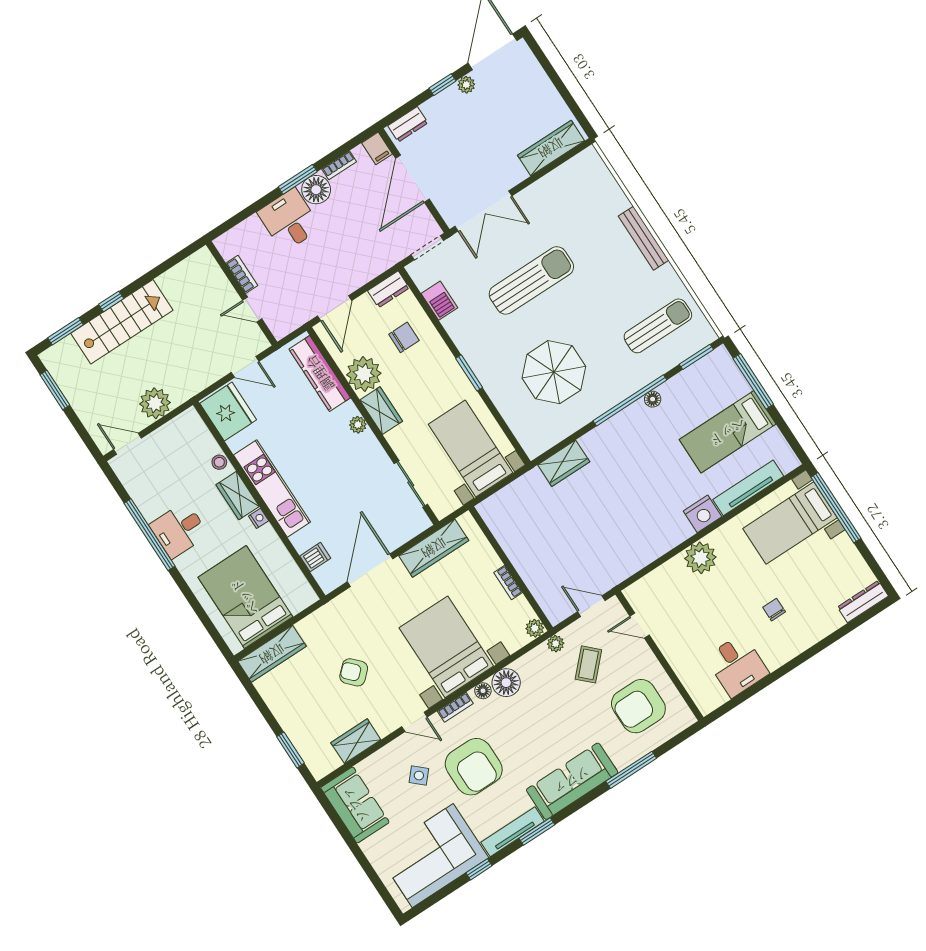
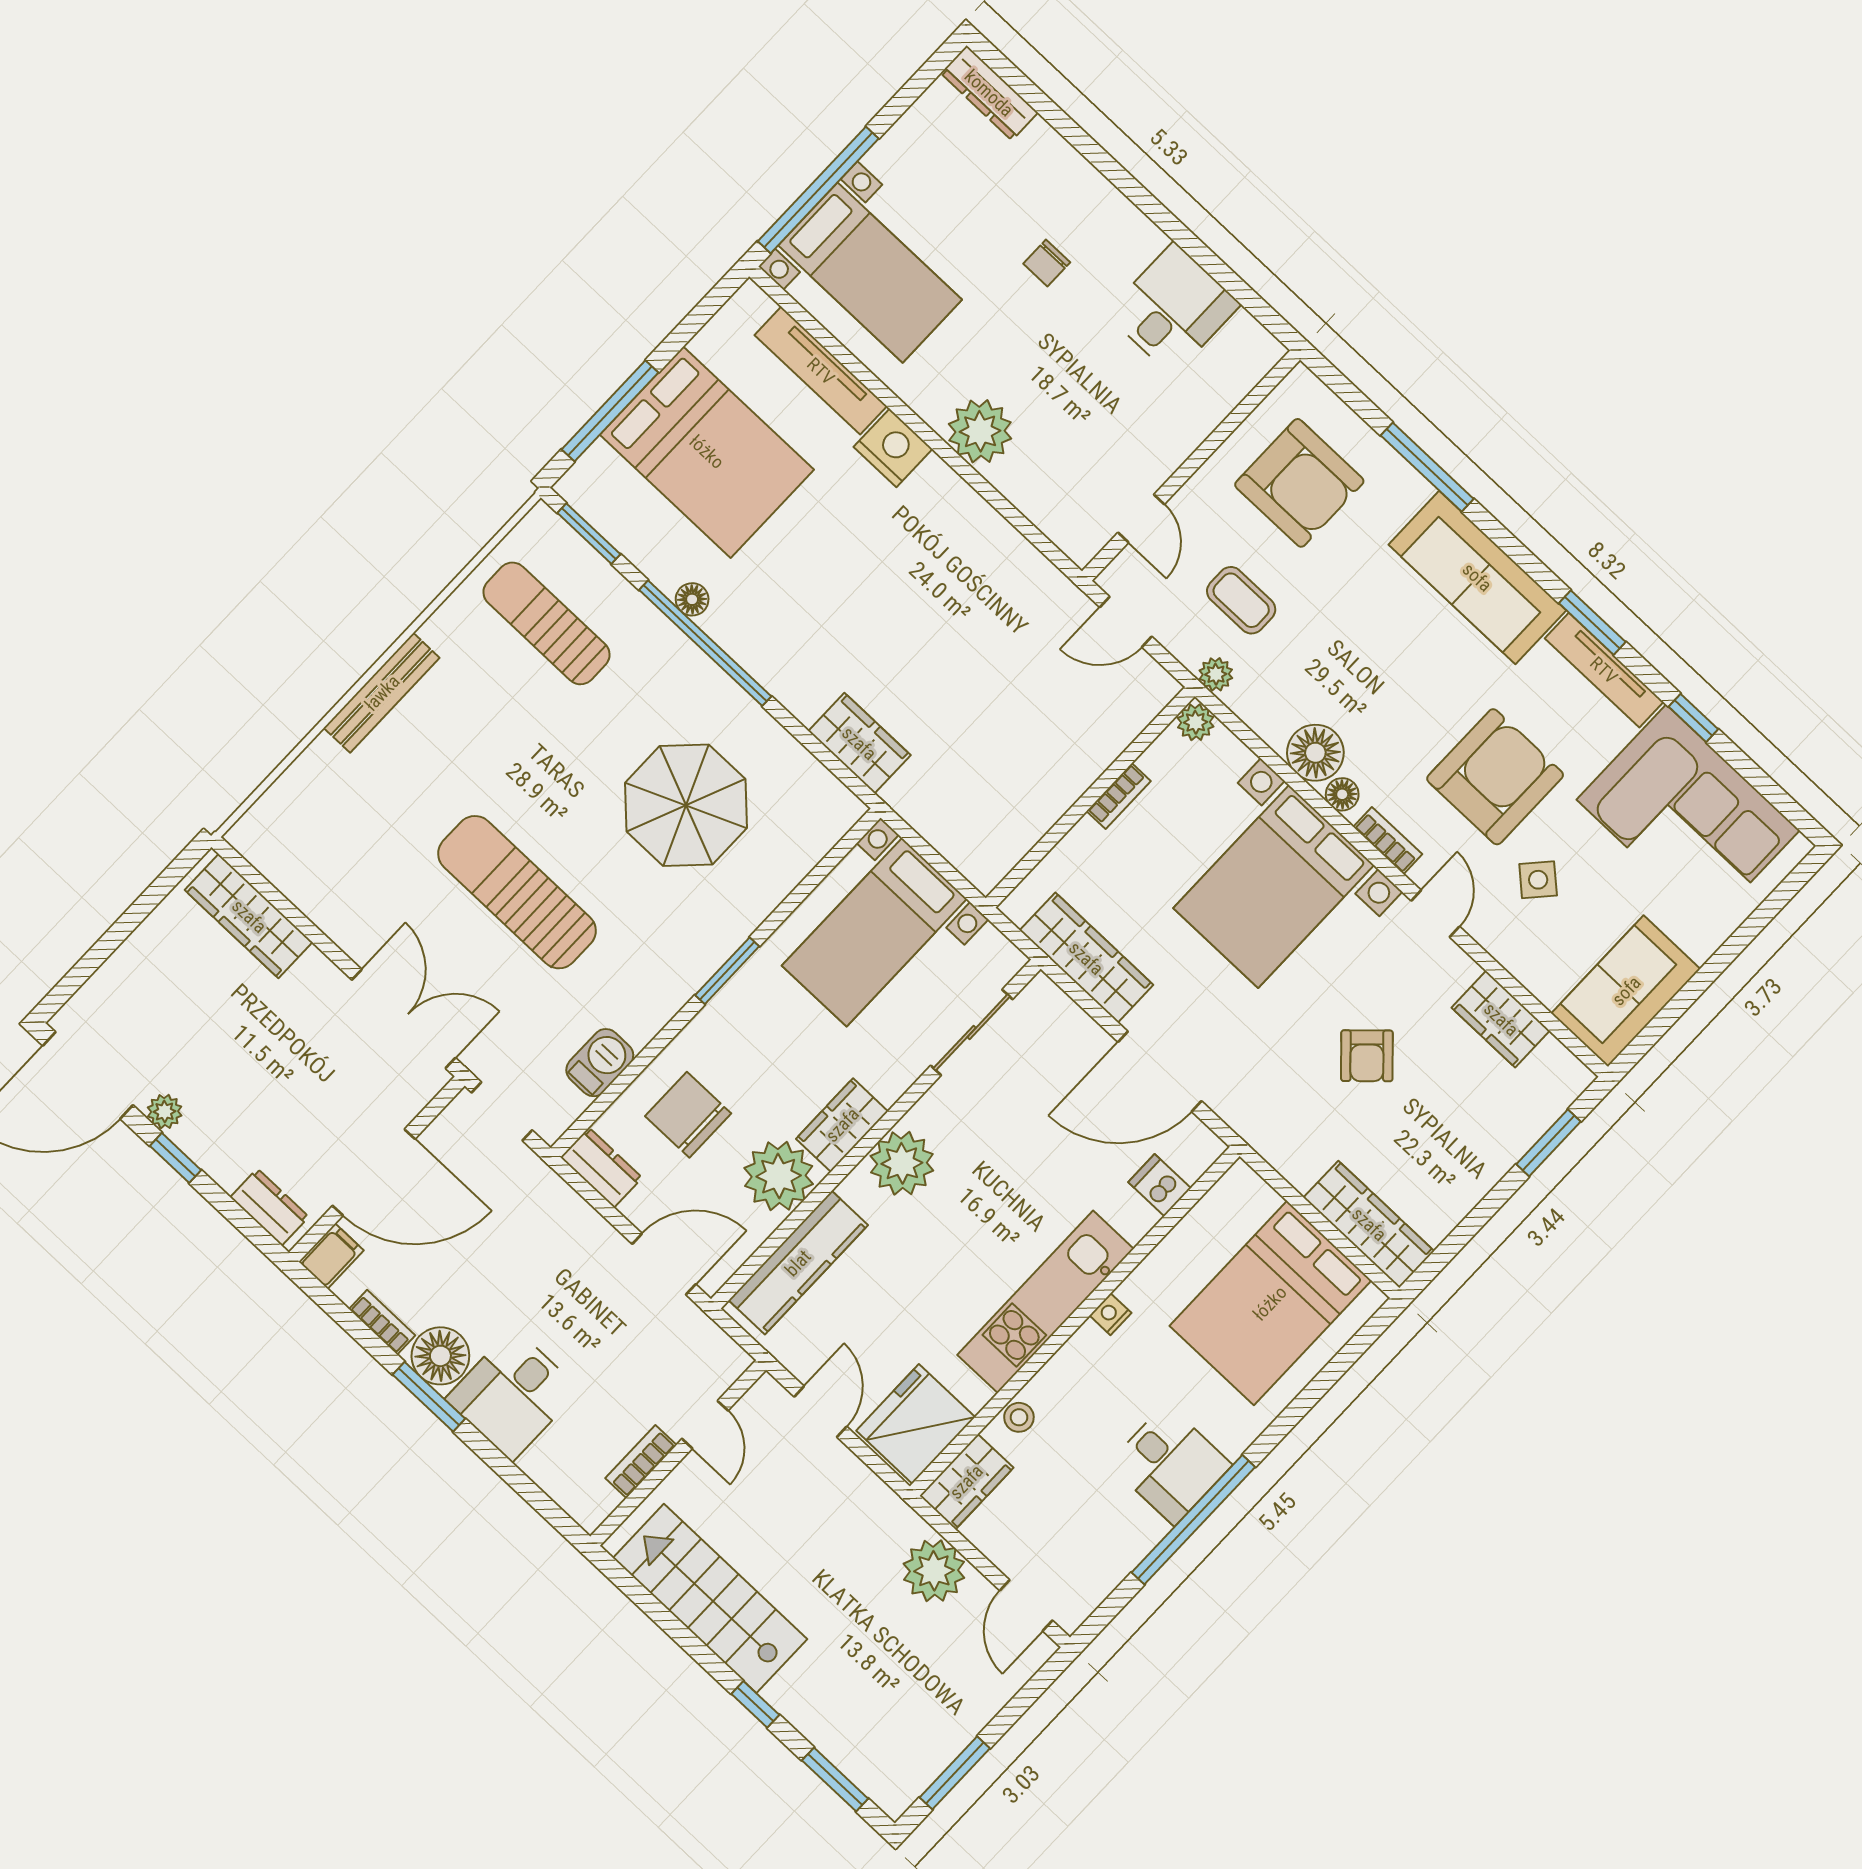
stairs: (122, 322) -> (710, 1598), moved
chair: (404, 337) -> (688, 1115), width x1.37, depth x1.37
plant: (358, 425) -> (902, 1163), width x1.87, depth x1.87
bed: (728, 432) -> (707, 452), width x1.50
wardrobe: (238, 496) -> (966, 1482), moved
door: (591, 606) -> (1126, 622), hinge flipped
coffee table: (588, 664) -> (1241, 600), turned 46

